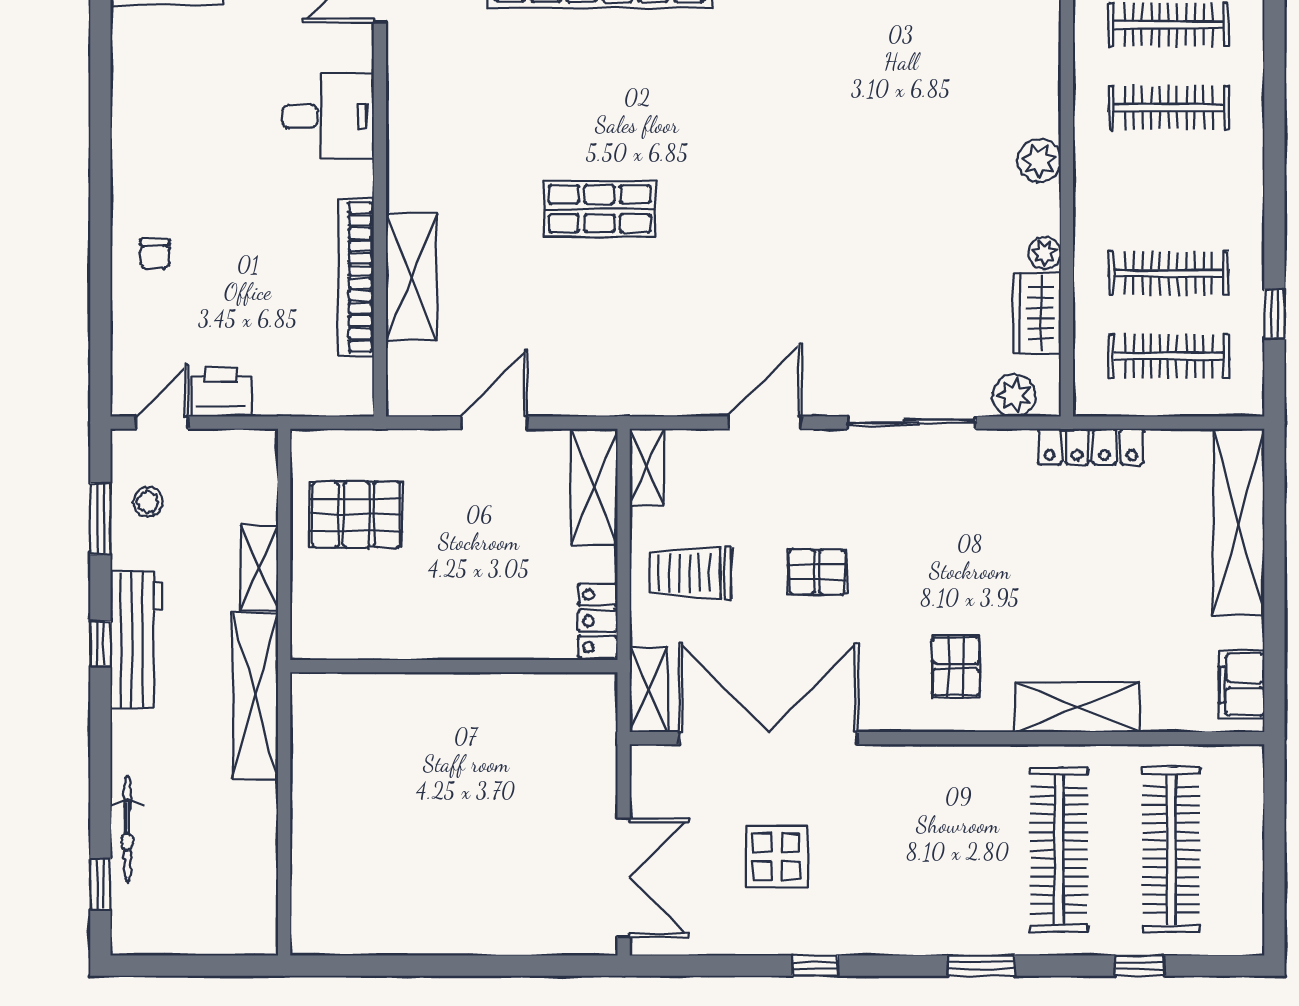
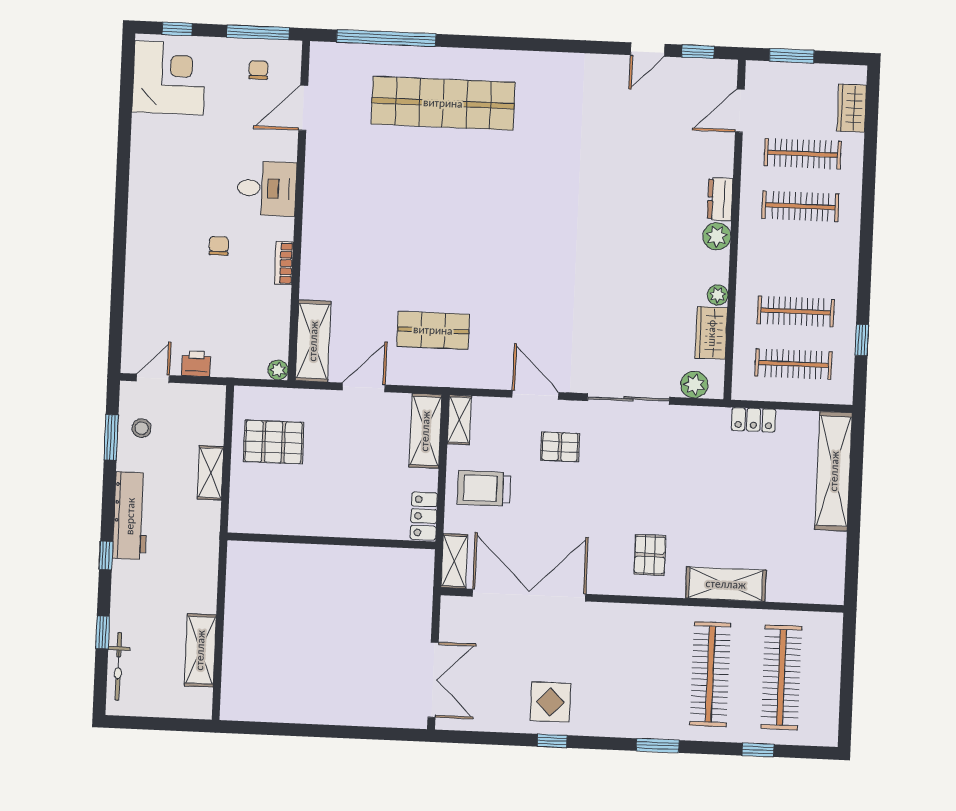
dresser: (1042, 102) -> (720, 199), added
shop shelf: (600, 209) -> (433, 330), moved
chair: (155, 254) -> (219, 246), moved, turned 180
bookcase: (356, 277) -> (284, 263), width x0.43, depth x0.76
shelving: (411, 277) -> (313, 341), moved
printer: (221, 392) -> (196, 364), width x0.73, depth x0.81
plant: (358, 401) -> (278, 370), added
door: (765, 423) -> (535, 395), hinge flipped
locker: (1091, 447) -> (754, 420), width x0.66
pallet: (817, 572) -> (560, 447), moved
window: (100, 644) -> (106, 555), moved
filing cabinet: (1242, 685) -> (831, 574), removed
shelving: (255, 696) -> (200, 650), moved, width x0.68
bicycle: (127, 829) -> (118, 666), moved
display table: (776, 857) -> (550, 702), moved
window: (100, 884) -> (103, 632), moved

